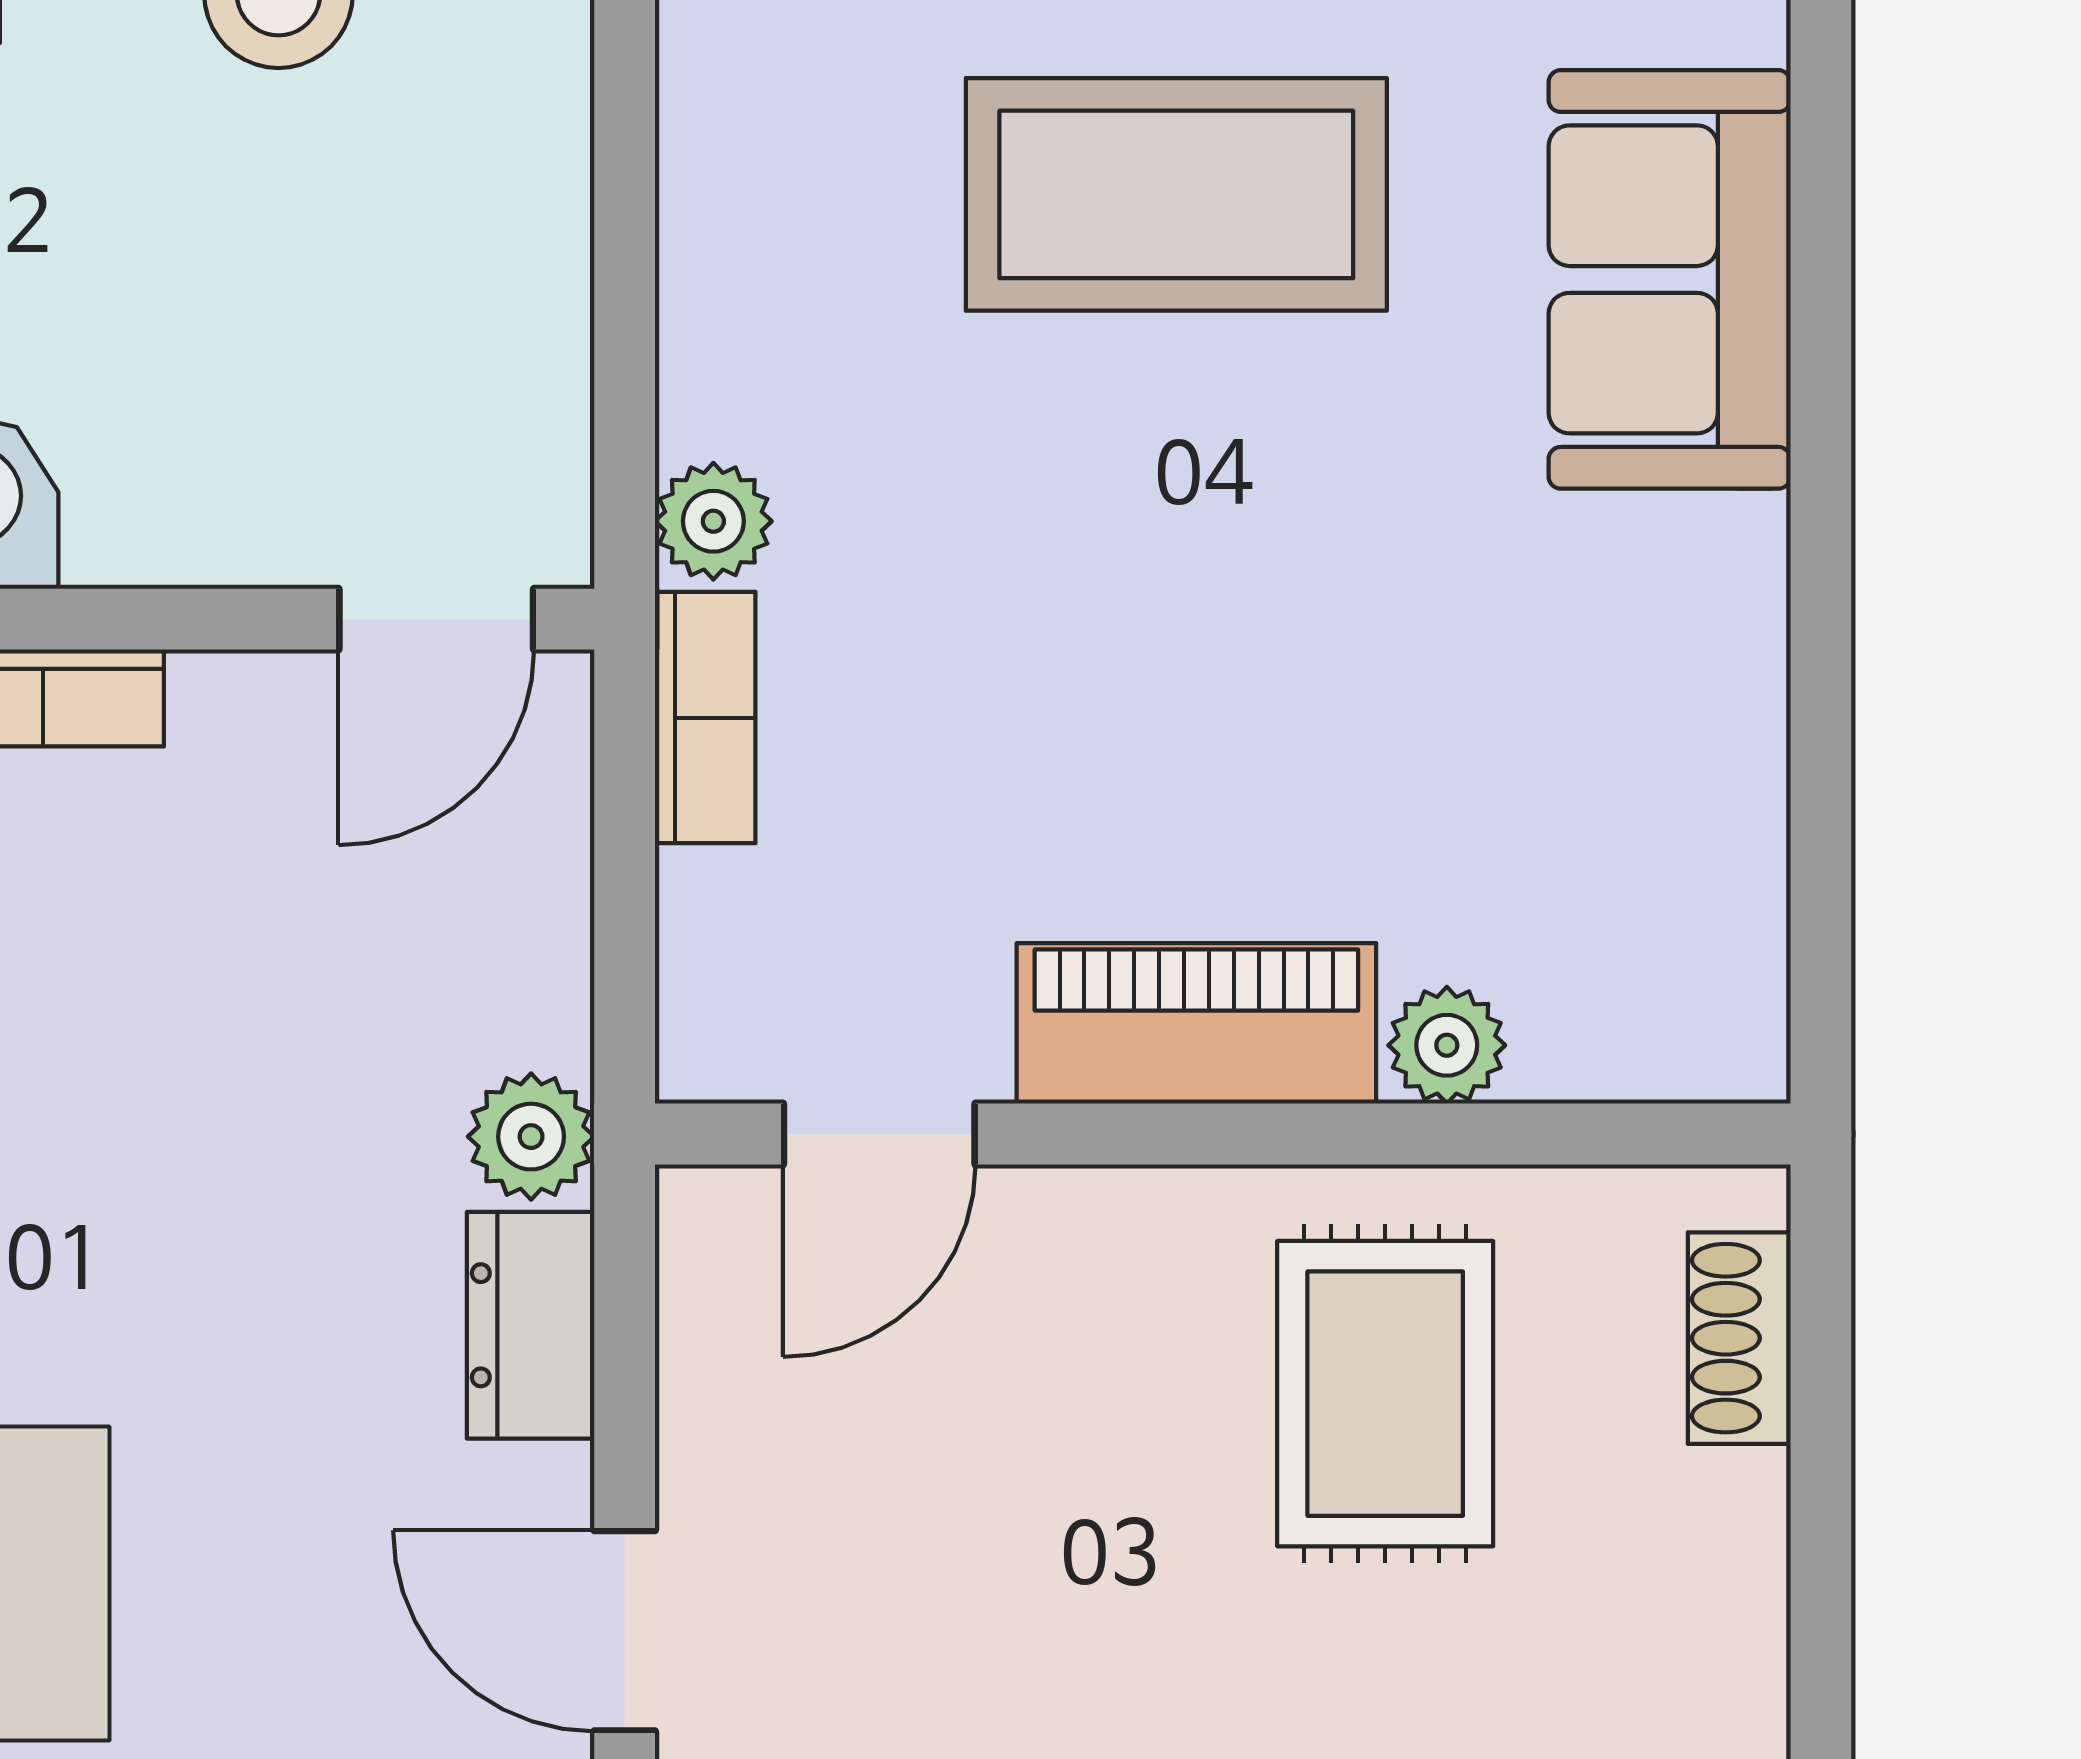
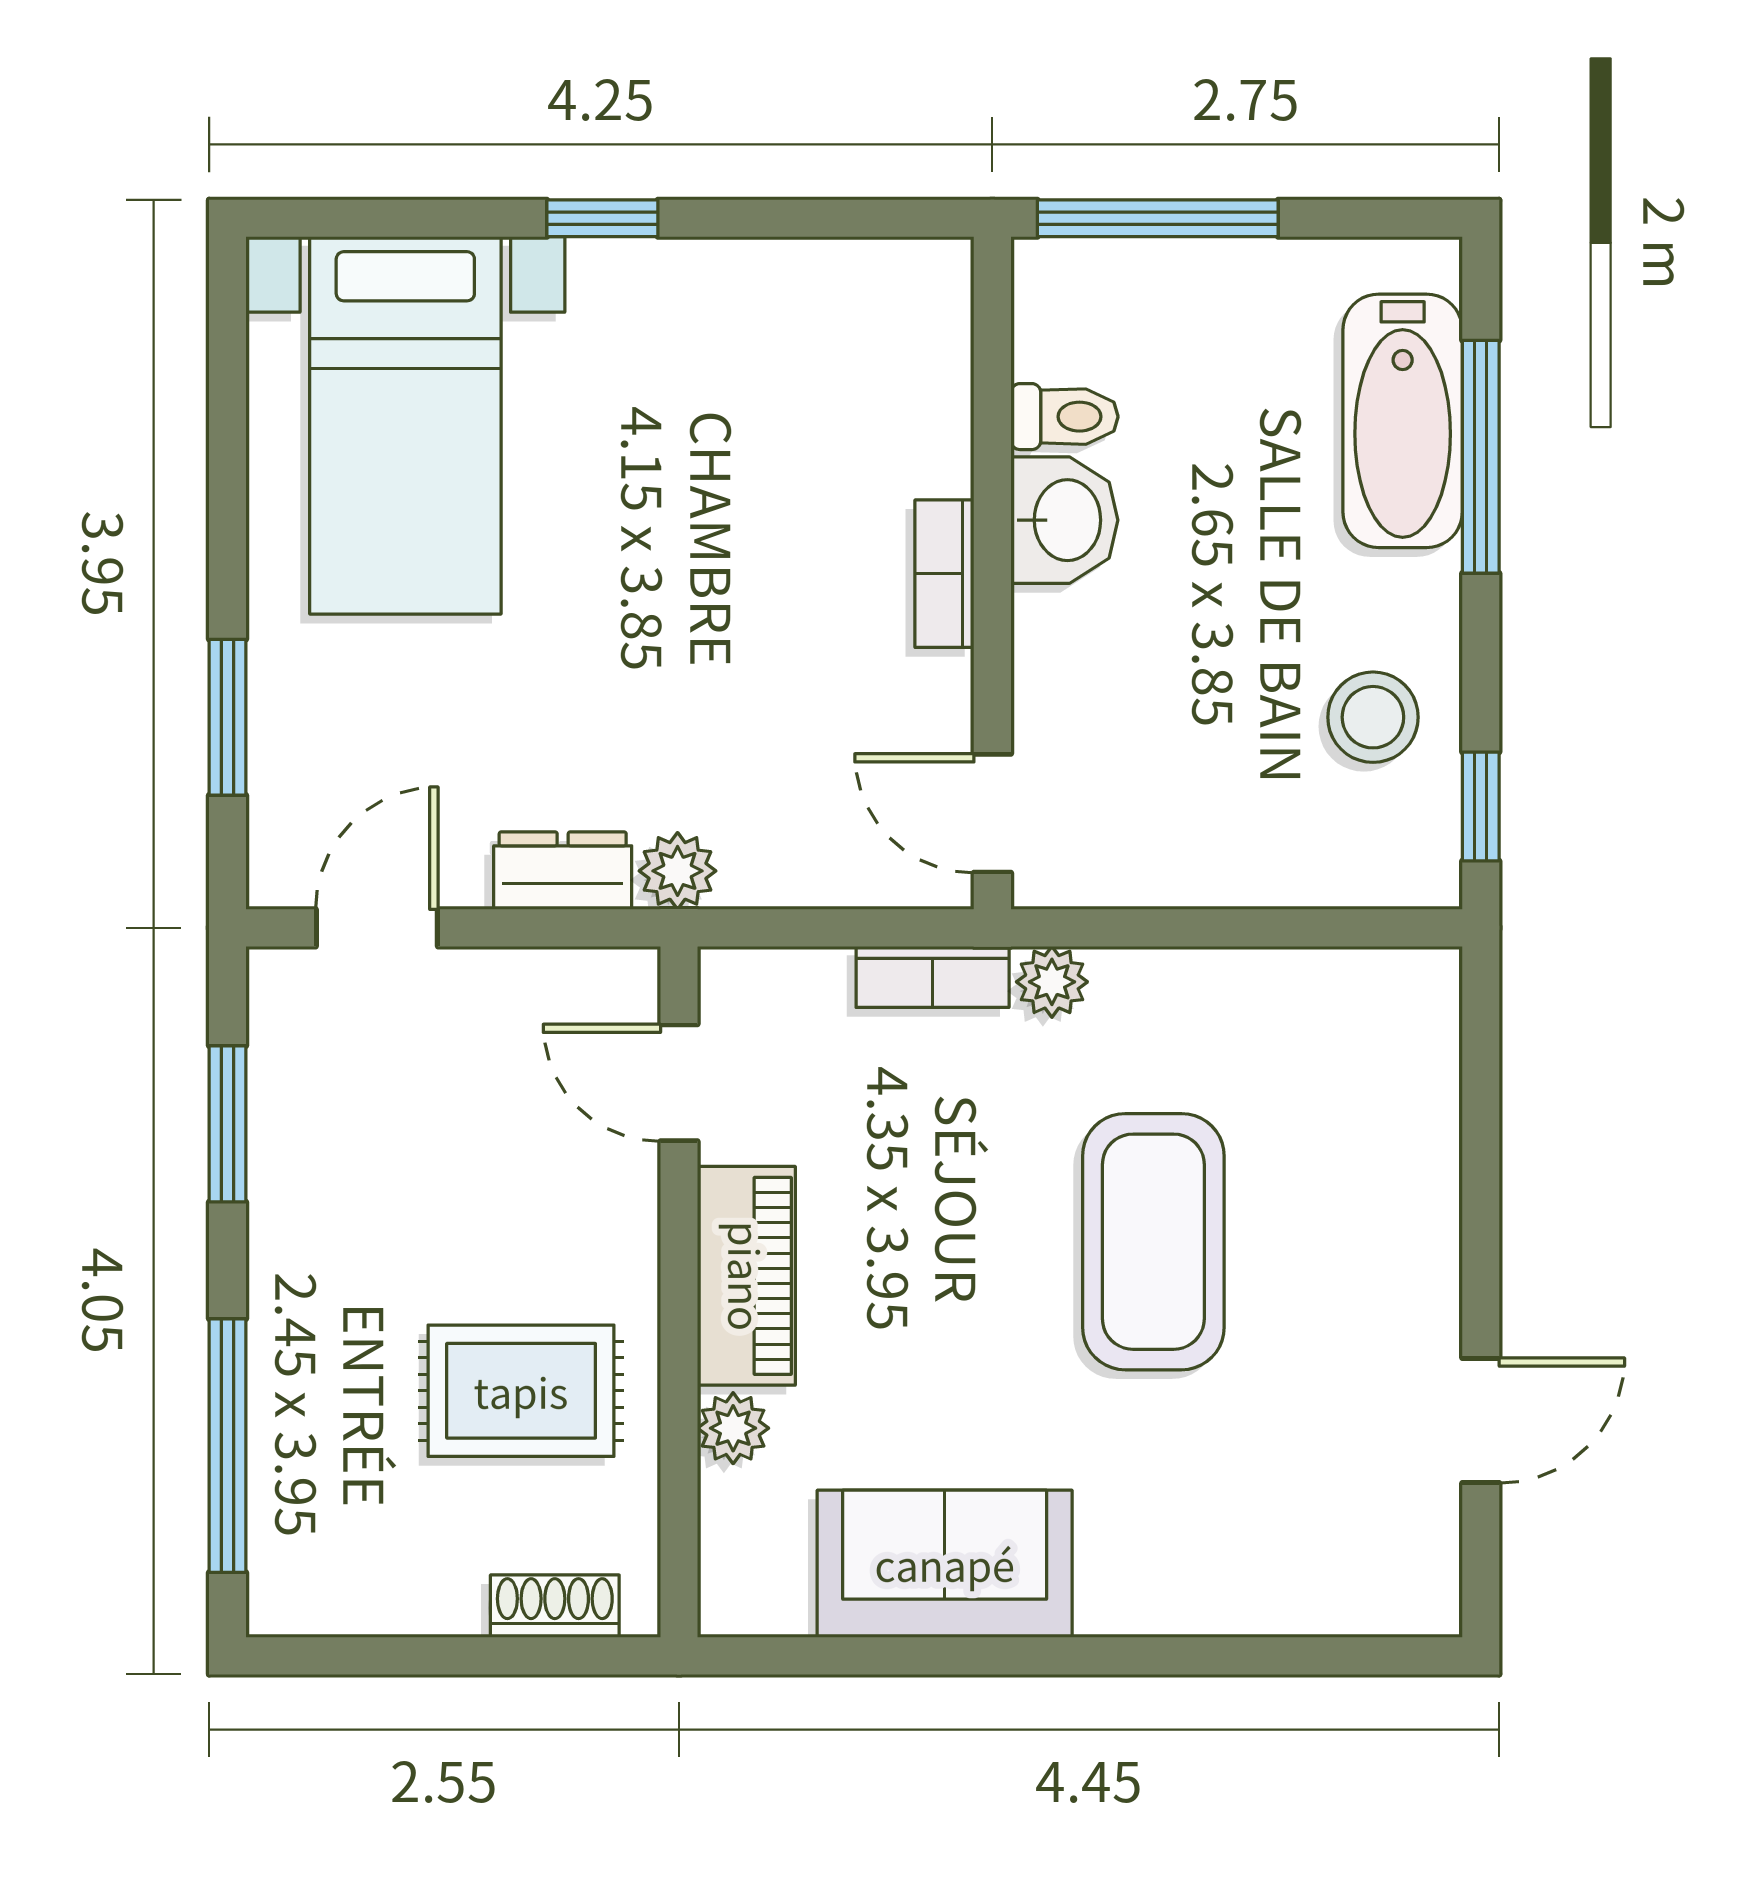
coffee table: (1176, 194) -> (1153, 1242), moved
sofa: (1670, 279) -> (945, 1564), moved

